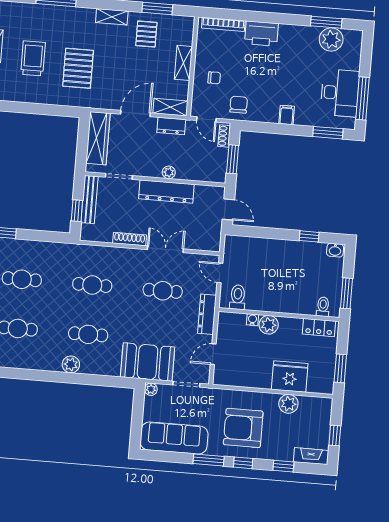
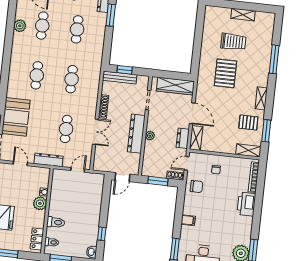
shelving: (183, 63) -> (248, 150), moved
pallet: (78, 68) -> (225, 73), turned 90
bench: (90, 200) -> (120, 78), moved
toilet: (238, 297) -> (56, 222), moved
plant: (71, 364) -> (20, 26), moved

